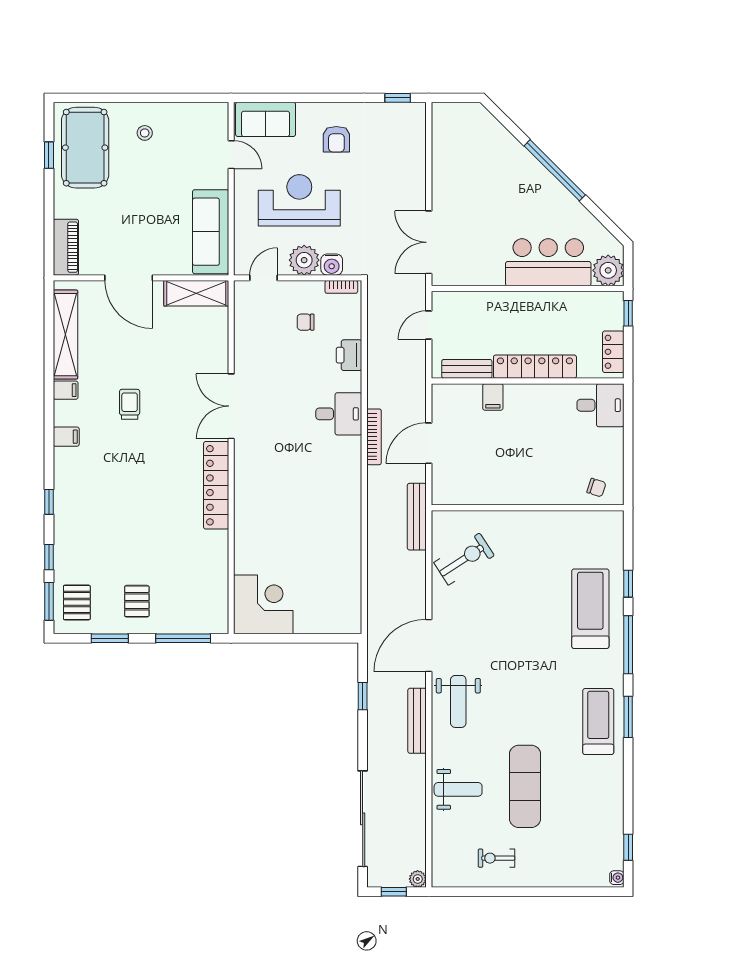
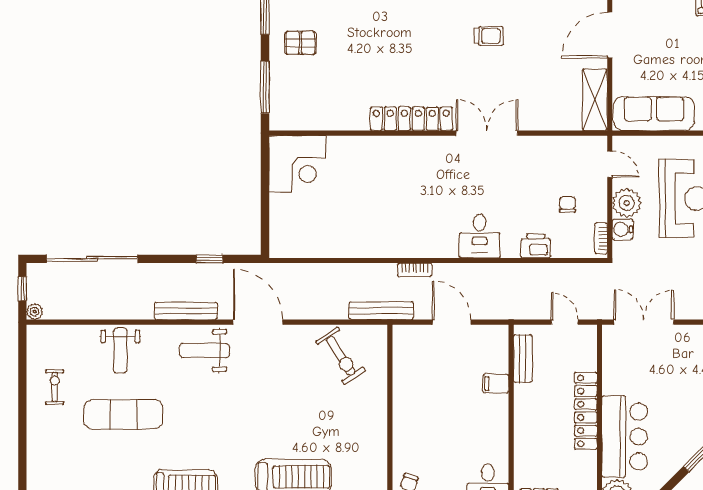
locker: (535, 367) -> (586, 411), moved, turned 180
bookcase: (374, 437) -> (415, 270), moved, width x0.64

